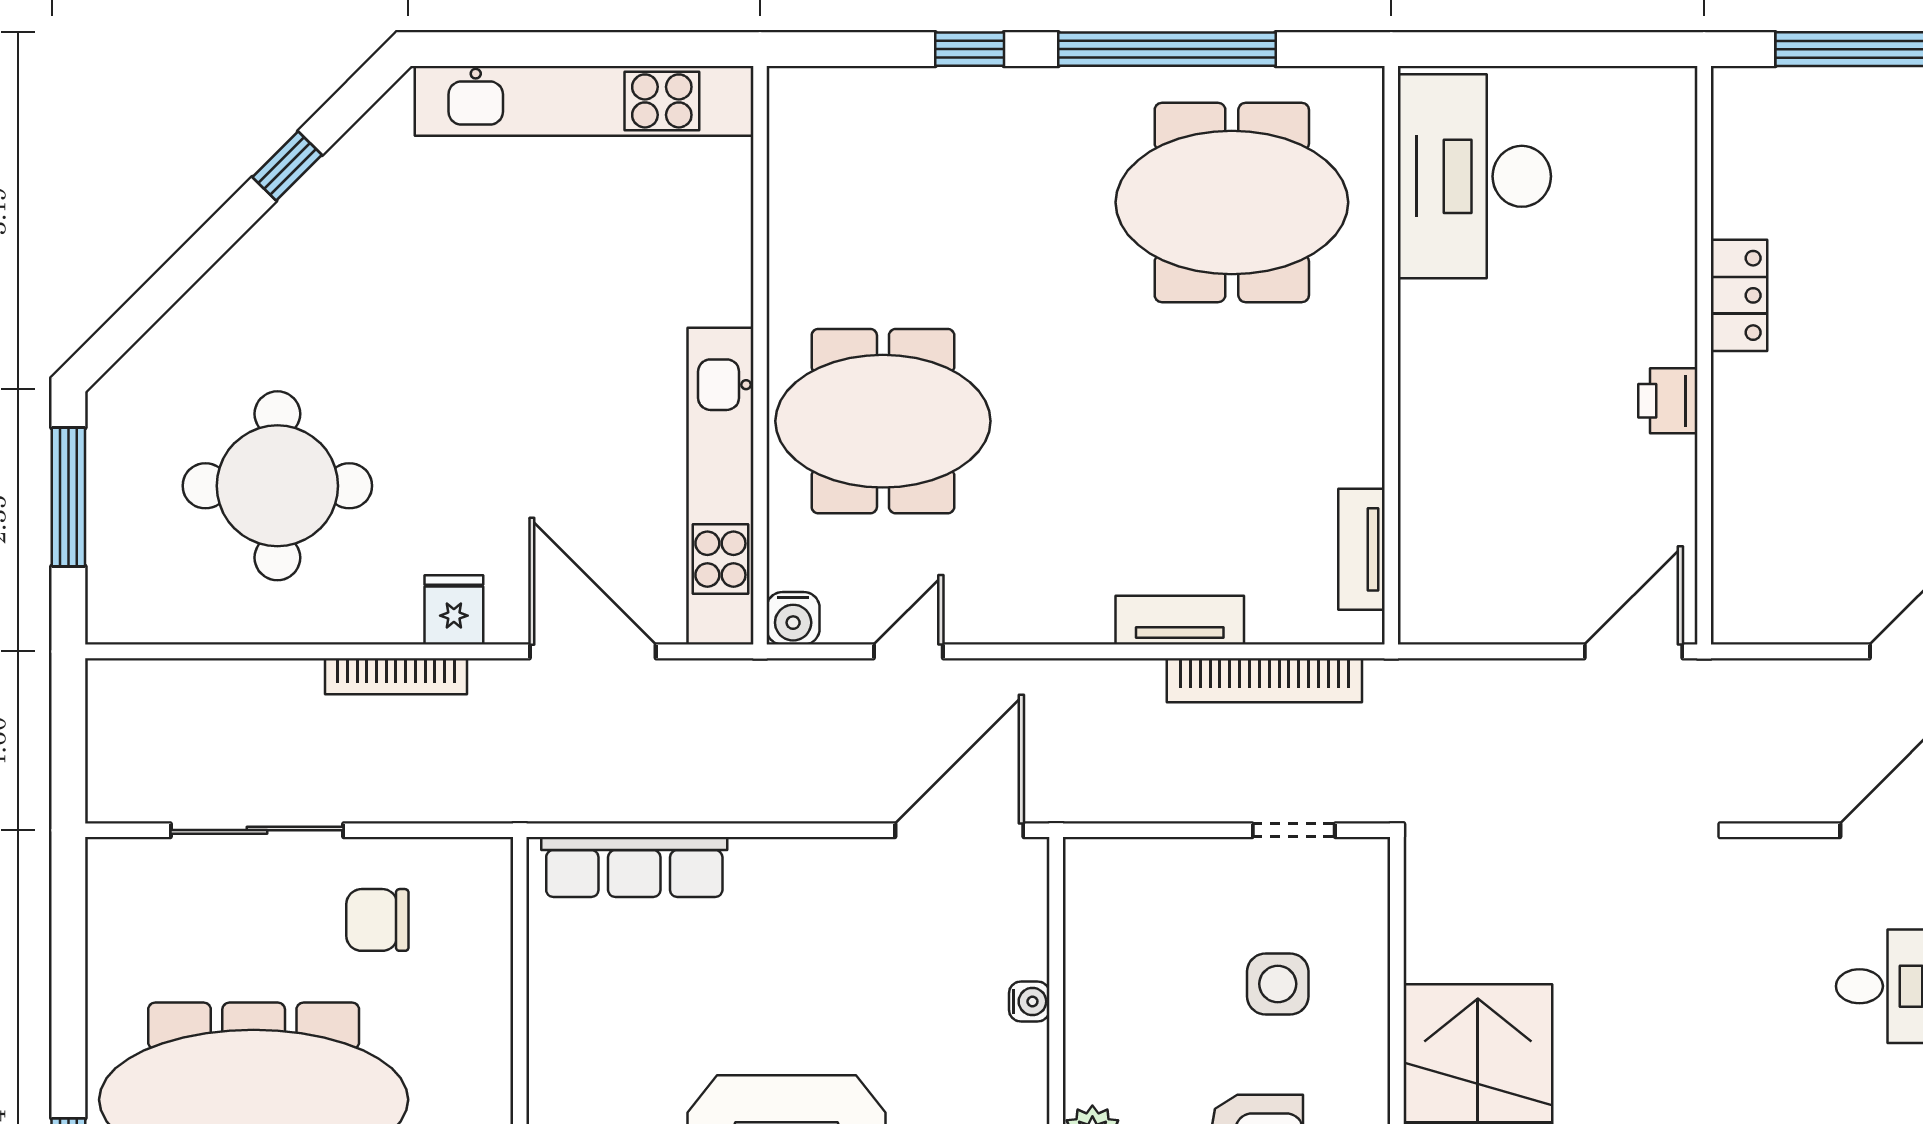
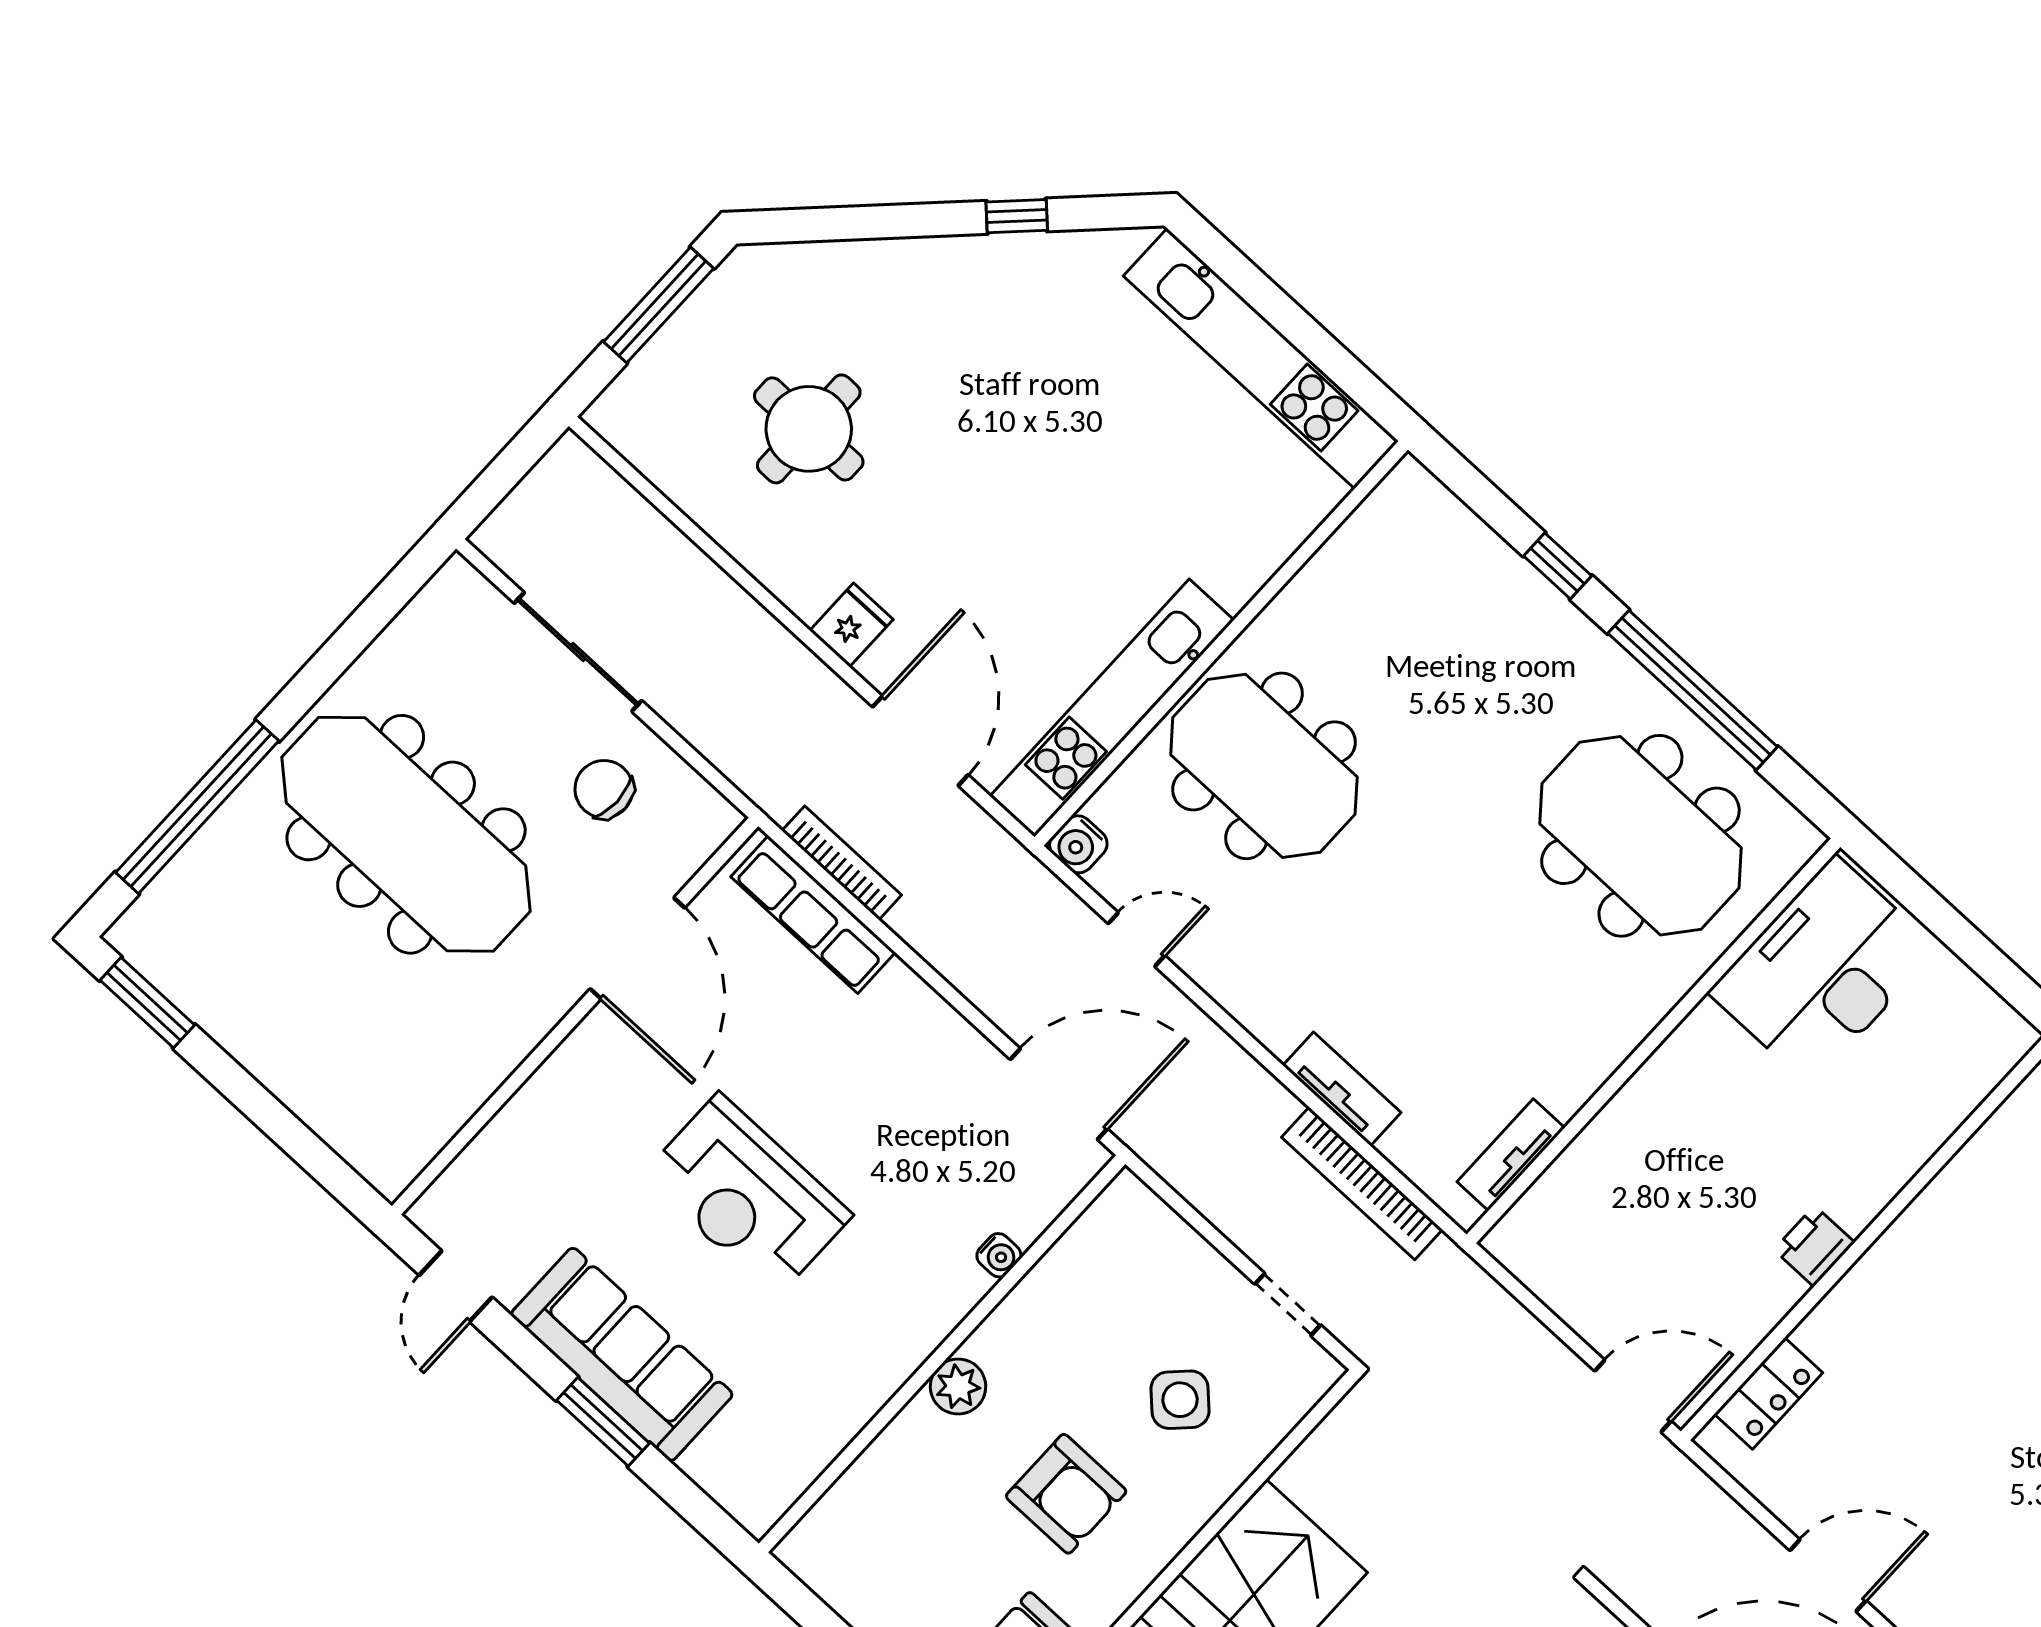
locker: (1739, 295) -> (1768, 1393), moved
round table: (277, 486) -> (809, 429), width x0.73, depth x0.73
bookcase: (396, 676) -> (842, 863), moved, turned 180
side table: (1278, 984) -> (1180, 1400), turned 45
door: (520, 1022) -> (637, 948), added

